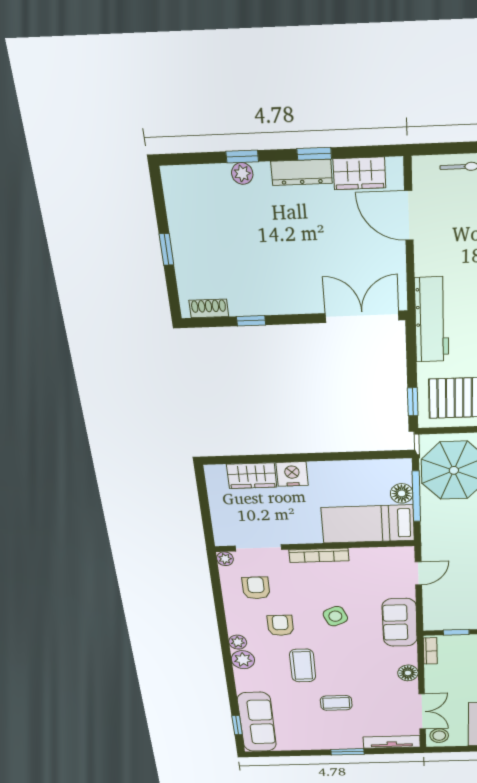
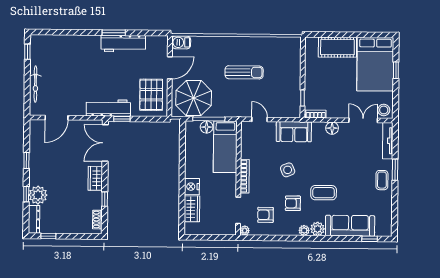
dresser: (301, 172) -> (34, 219), moved
plant: (242, 173) -> (38, 195), width x1.88, depth x1.88
wardrobe: (359, 173) -> (95, 178), moved, turned 180
window: (166, 249) -> (48, 236), moved
window: (413, 402) -> (122, 119), moved
coffee table: (336, 703) -> (382, 180), moved
sofa: (257, 722) -> (350, 226), moved

